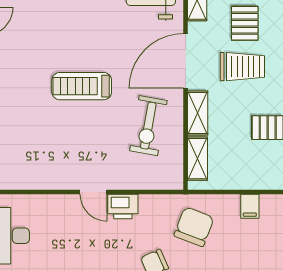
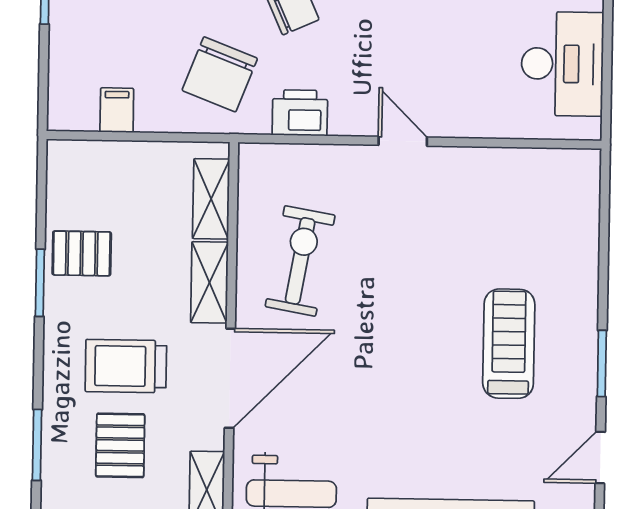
treadmill: (82, 86) -> (509, 344), moved, turned -90
printer: (123, 206) -> (300, 113), moved

